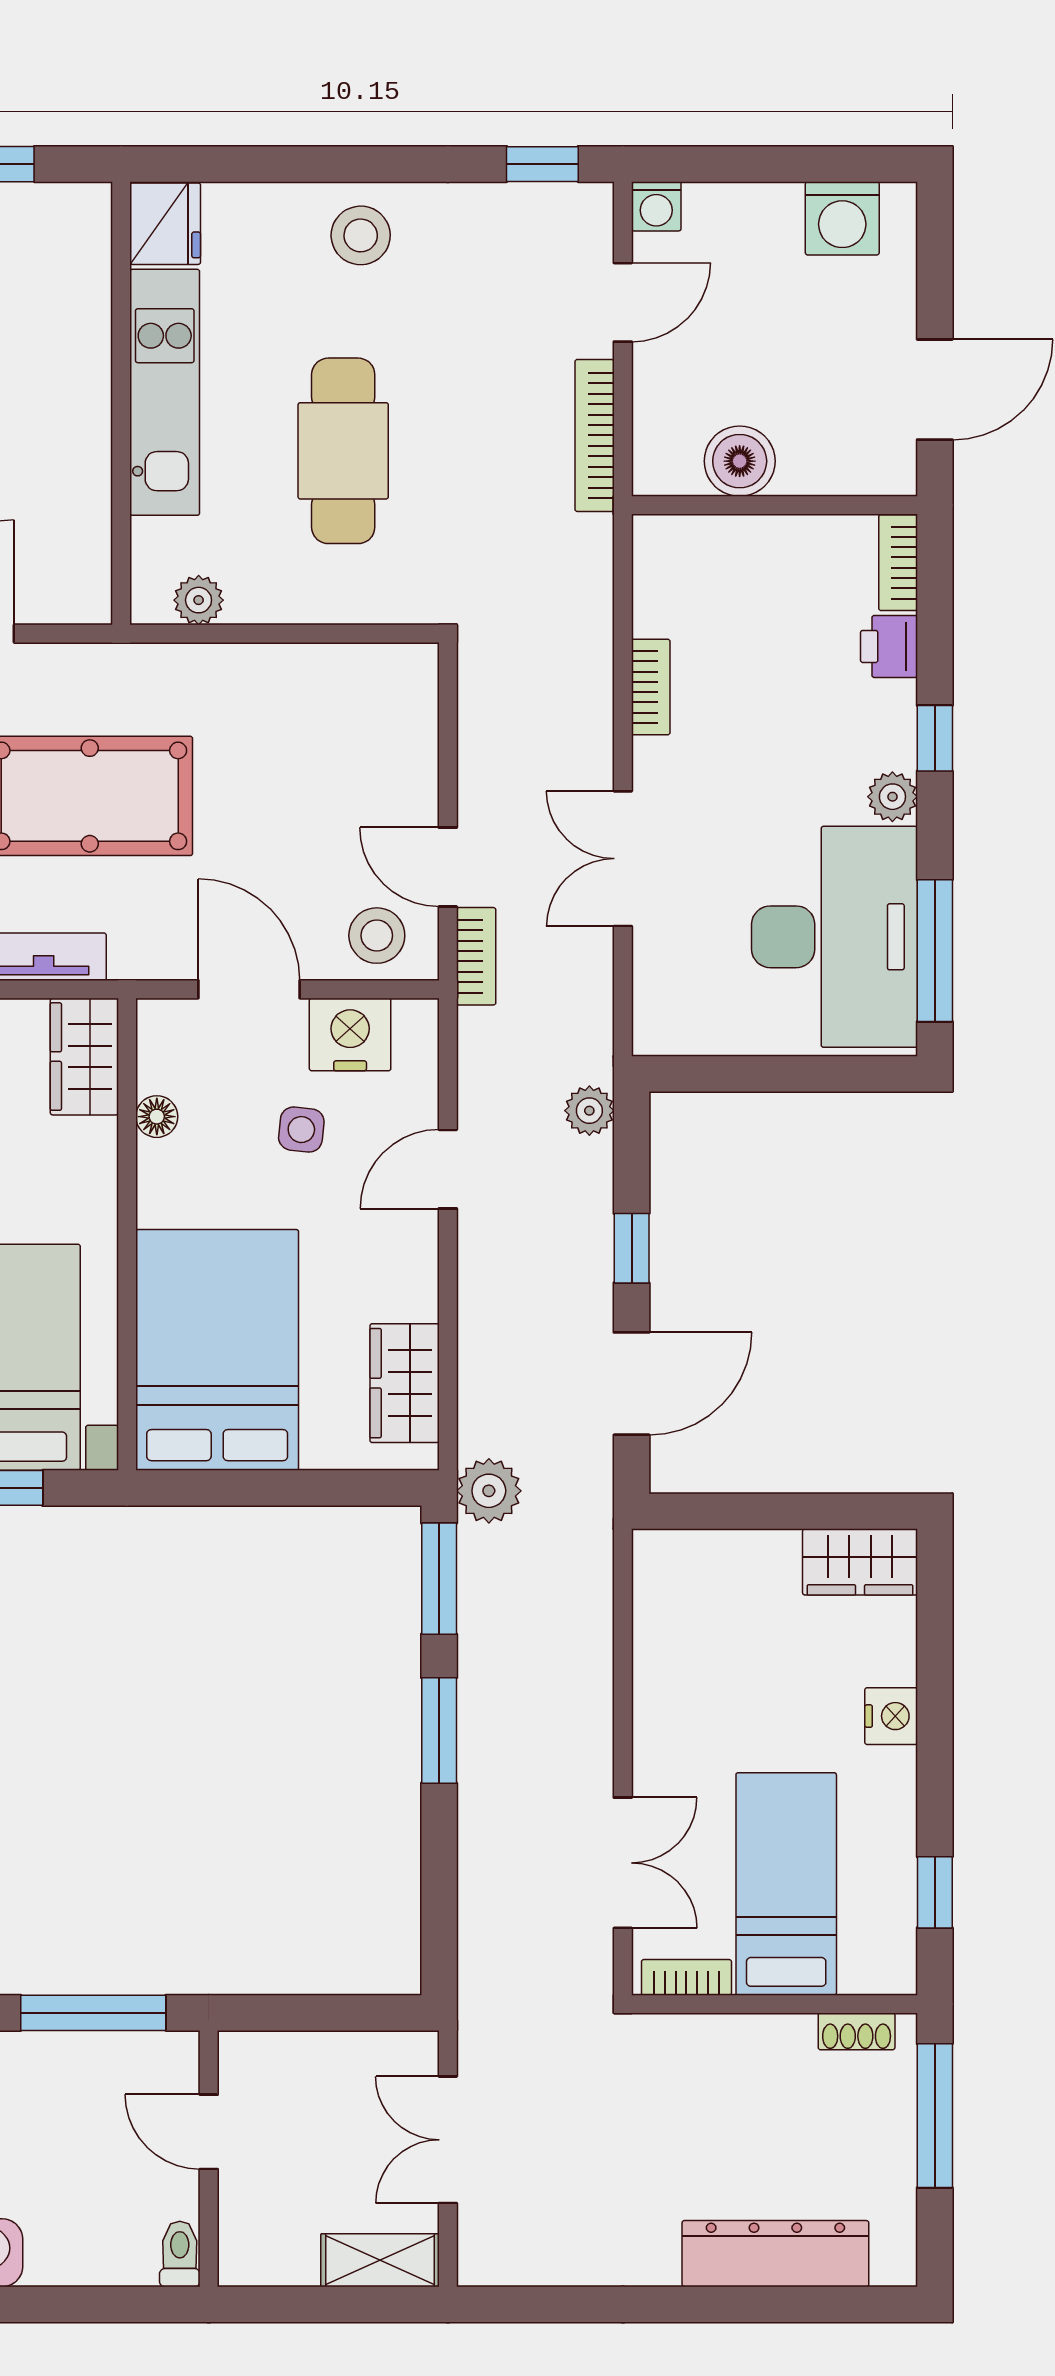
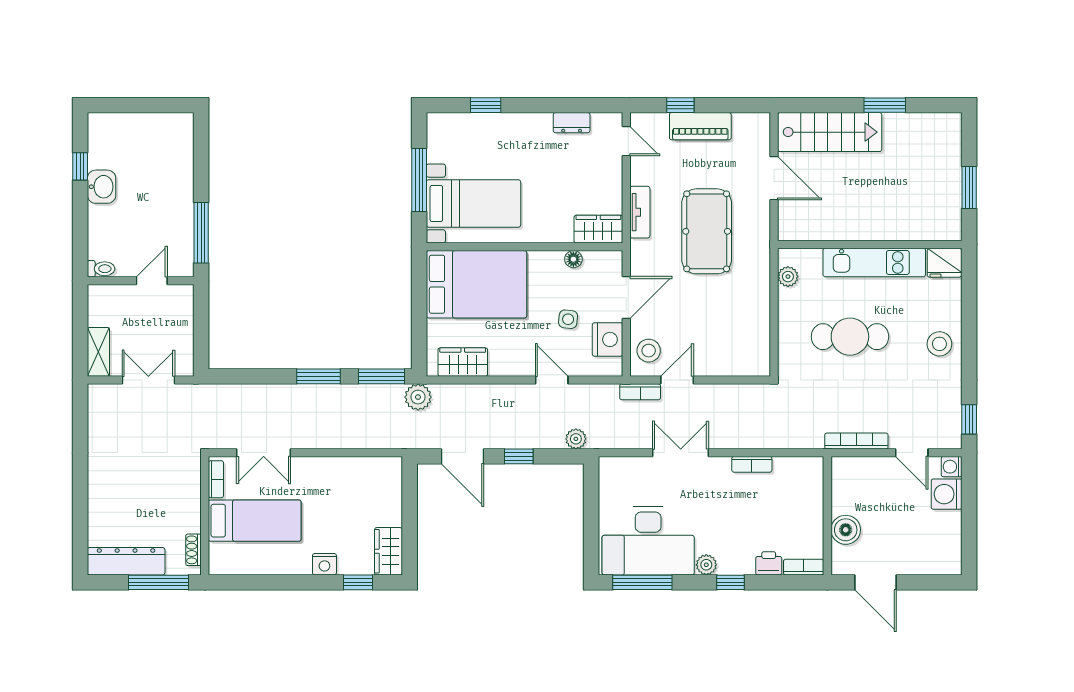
washing machine: (842, 218) -> (947, 494), moved
boiler: (740, 461) -> (846, 530), moved
window: (935, 1892) -> (358, 582), moved
dresser: (775, 2254) -> (126, 561), moved, turned -90

